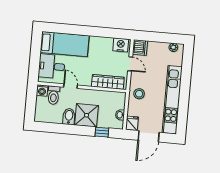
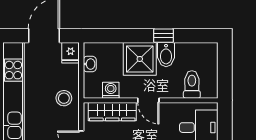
door: (70, 86) -> (148, 100), moved
washing machine: (42, 90) -> (111, 90), moved
window: (102, 132) -> (163, 36), moved

